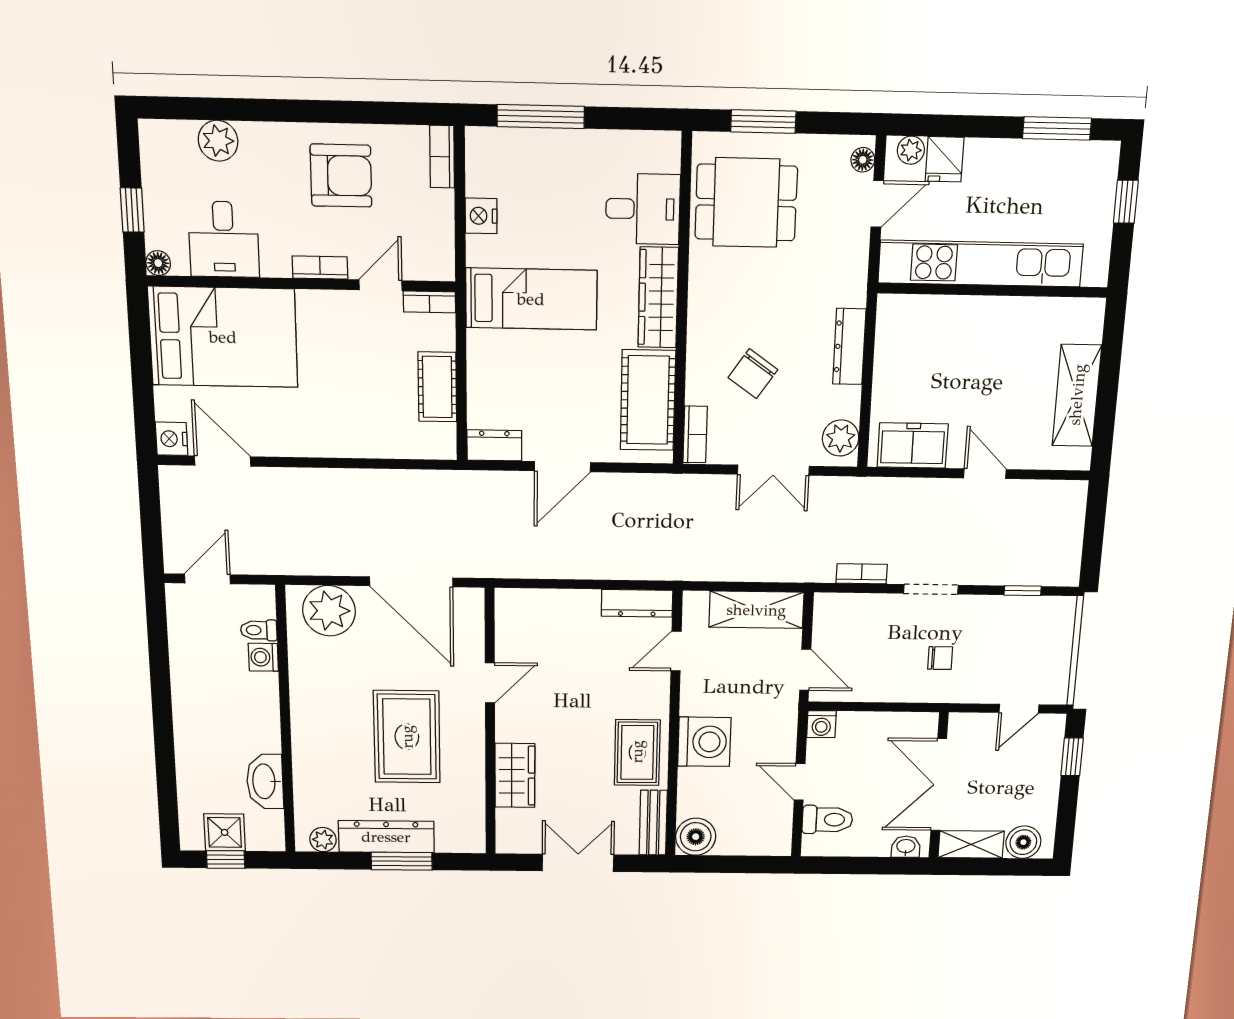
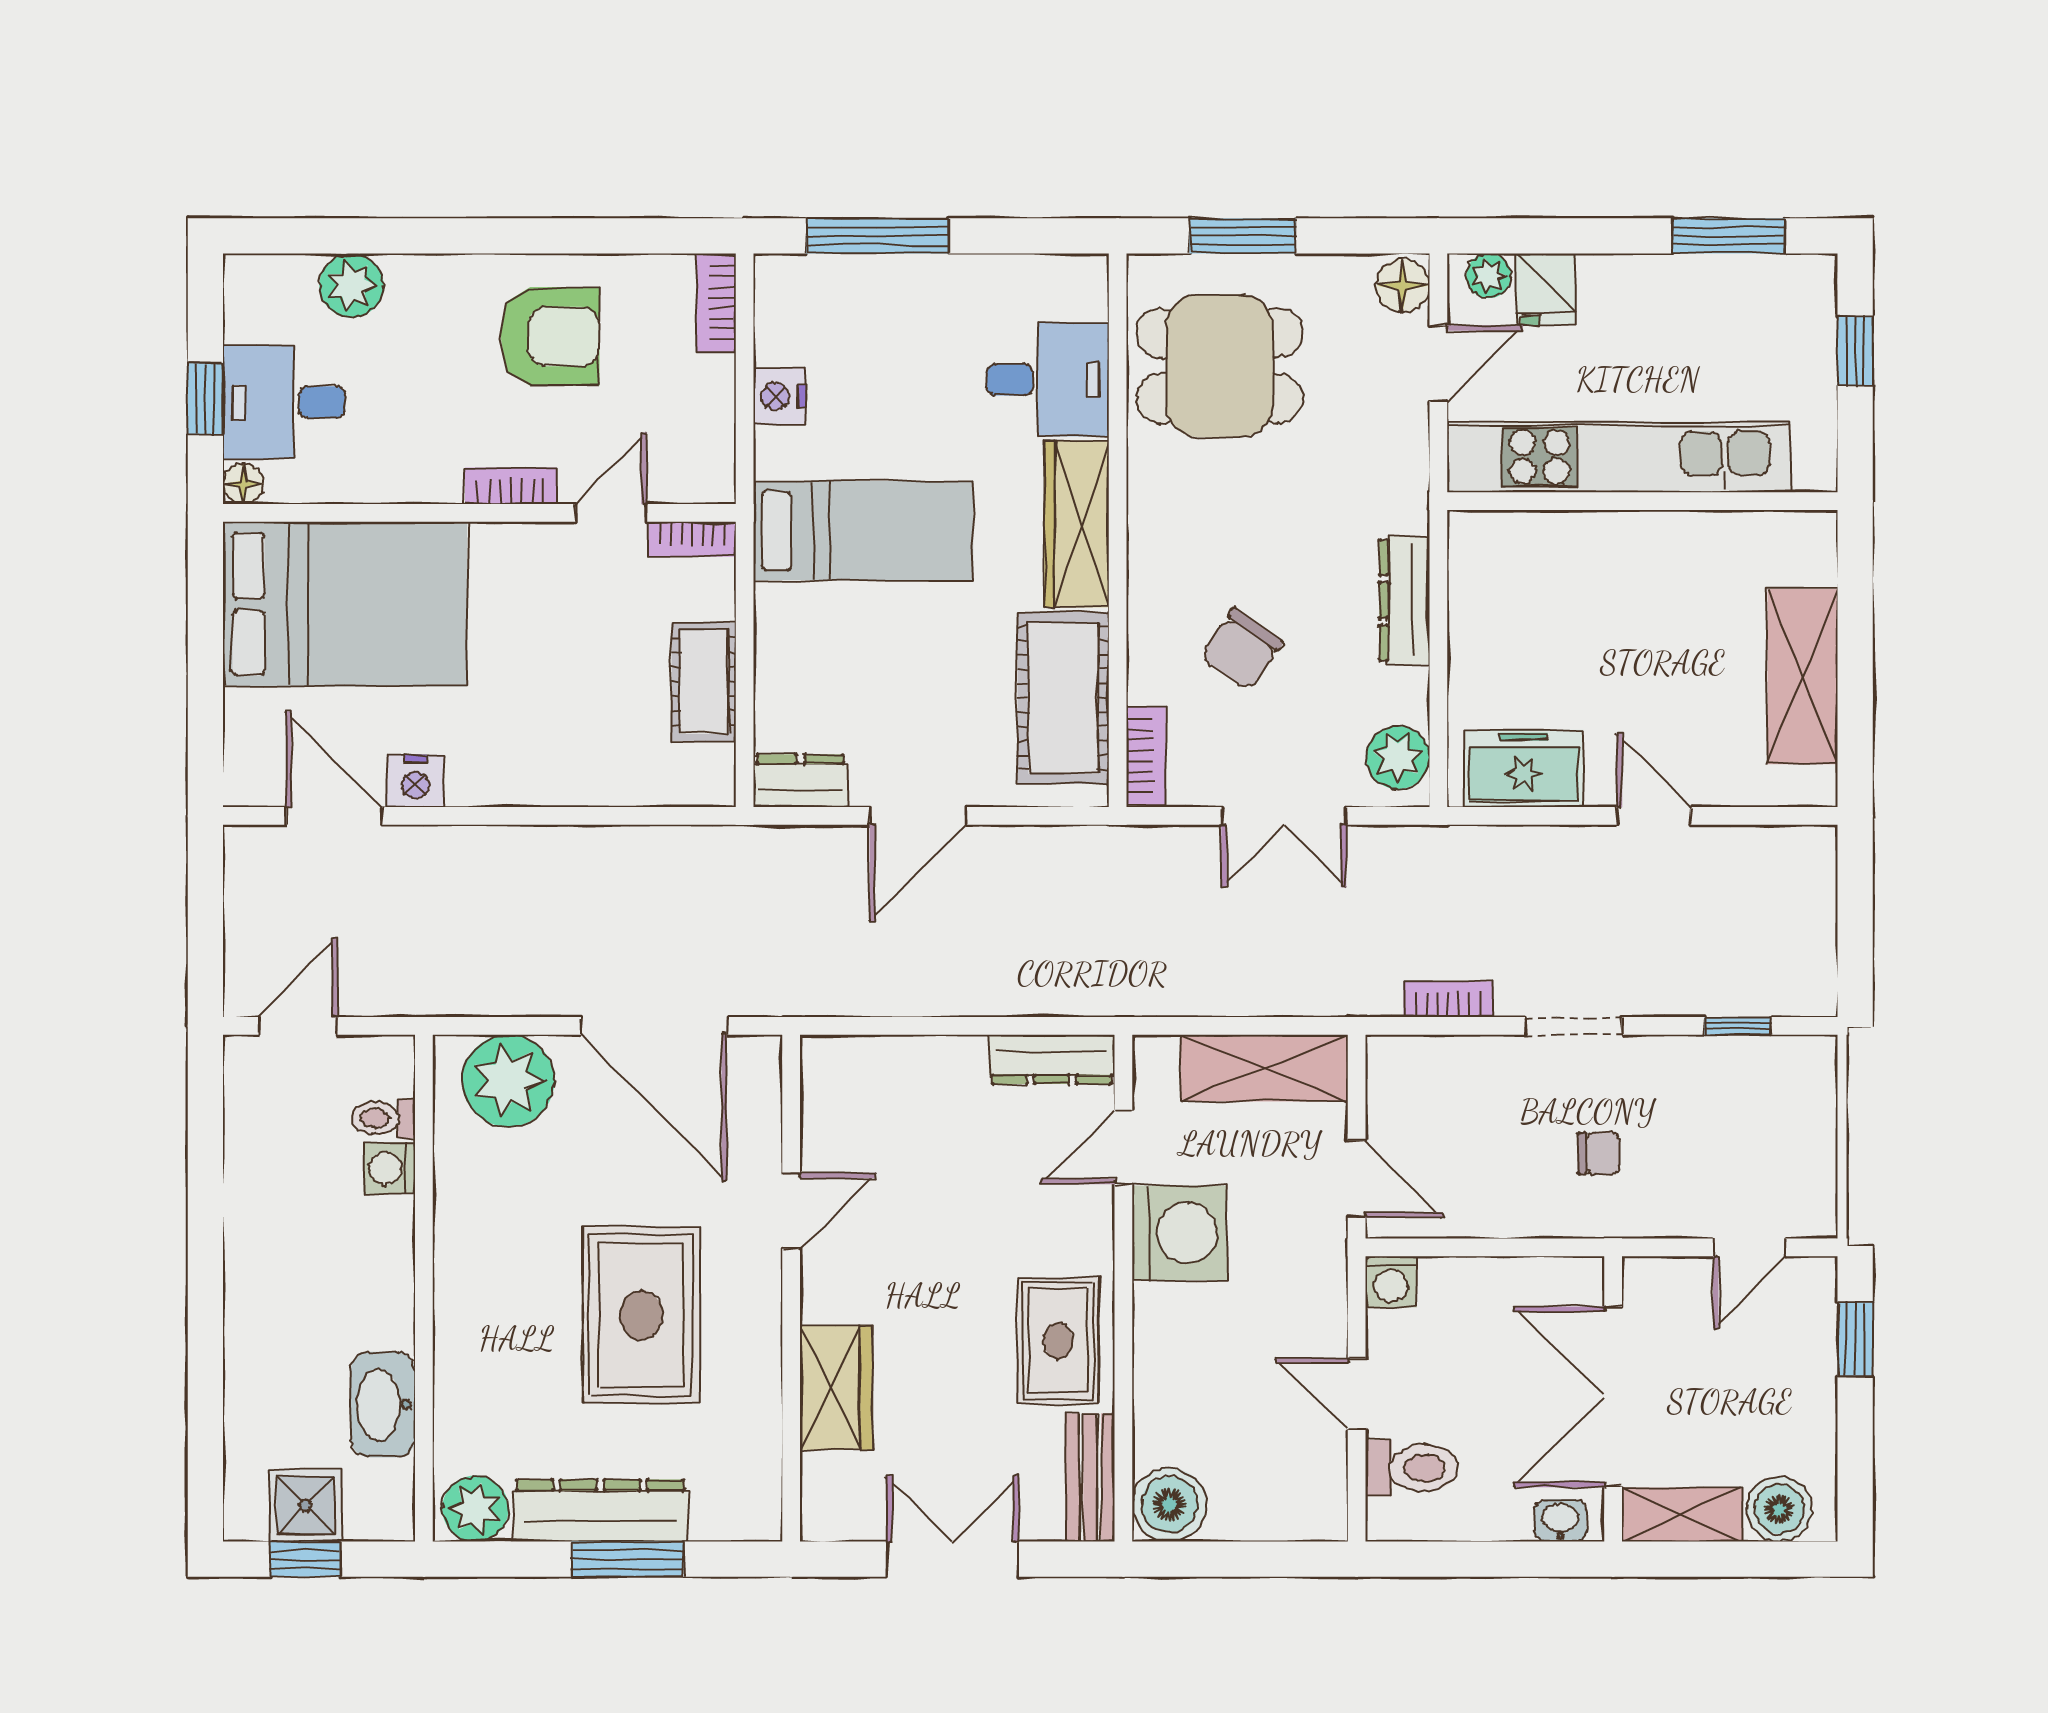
floor lamp: (863, 160) -> (1403, 286), width x1.37, depth x1.37
desk: (224, 239) -> (284, 402), moved, turned 90
nightstand: (172, 439) -> (415, 781), moved, turned -90
washing machine: (704, 742) -> (1180, 1233), moved
plant: (323, 840) -> (475, 1509), width x1.38, depth x1.38

